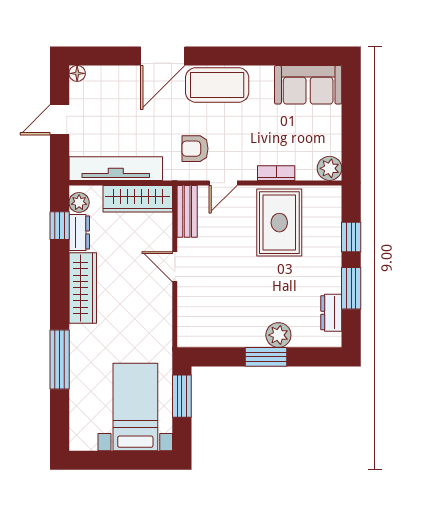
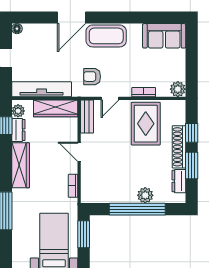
shoe rack: (331, 259) -> (179, 147), added
bookcase: (165, 320) -> (73, 186), added
window: (266, 357) -> (137, 209), width x2.11

